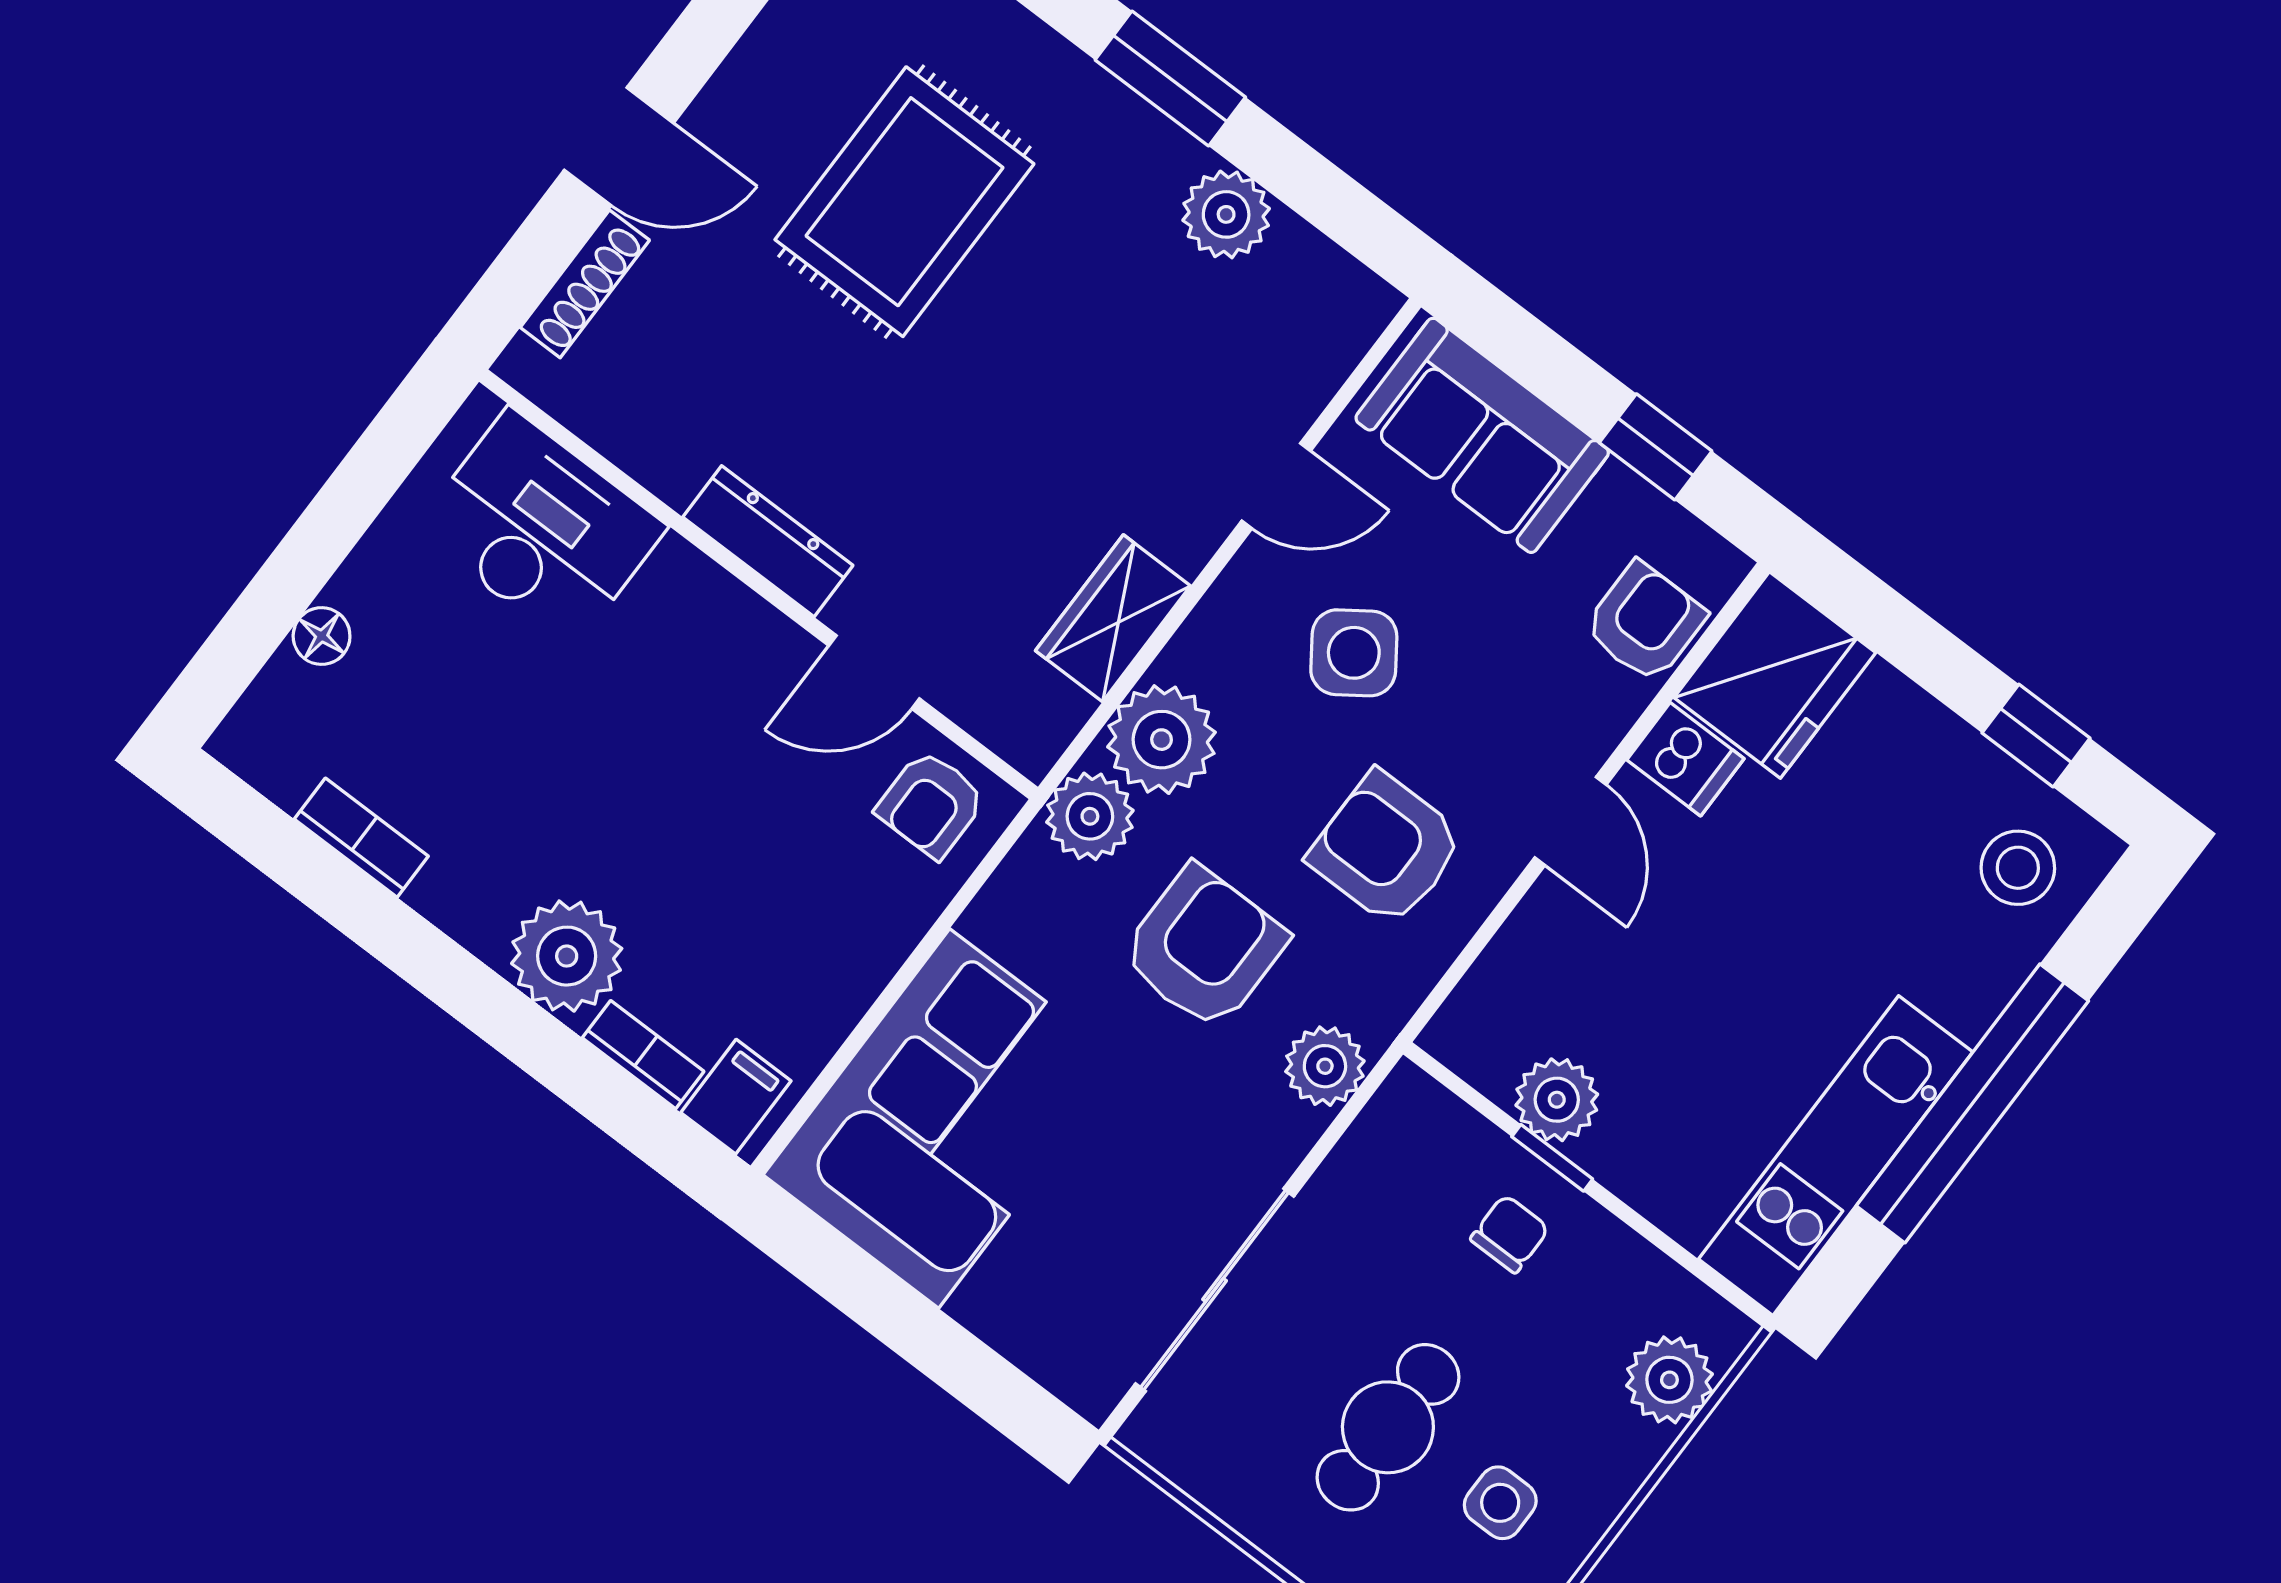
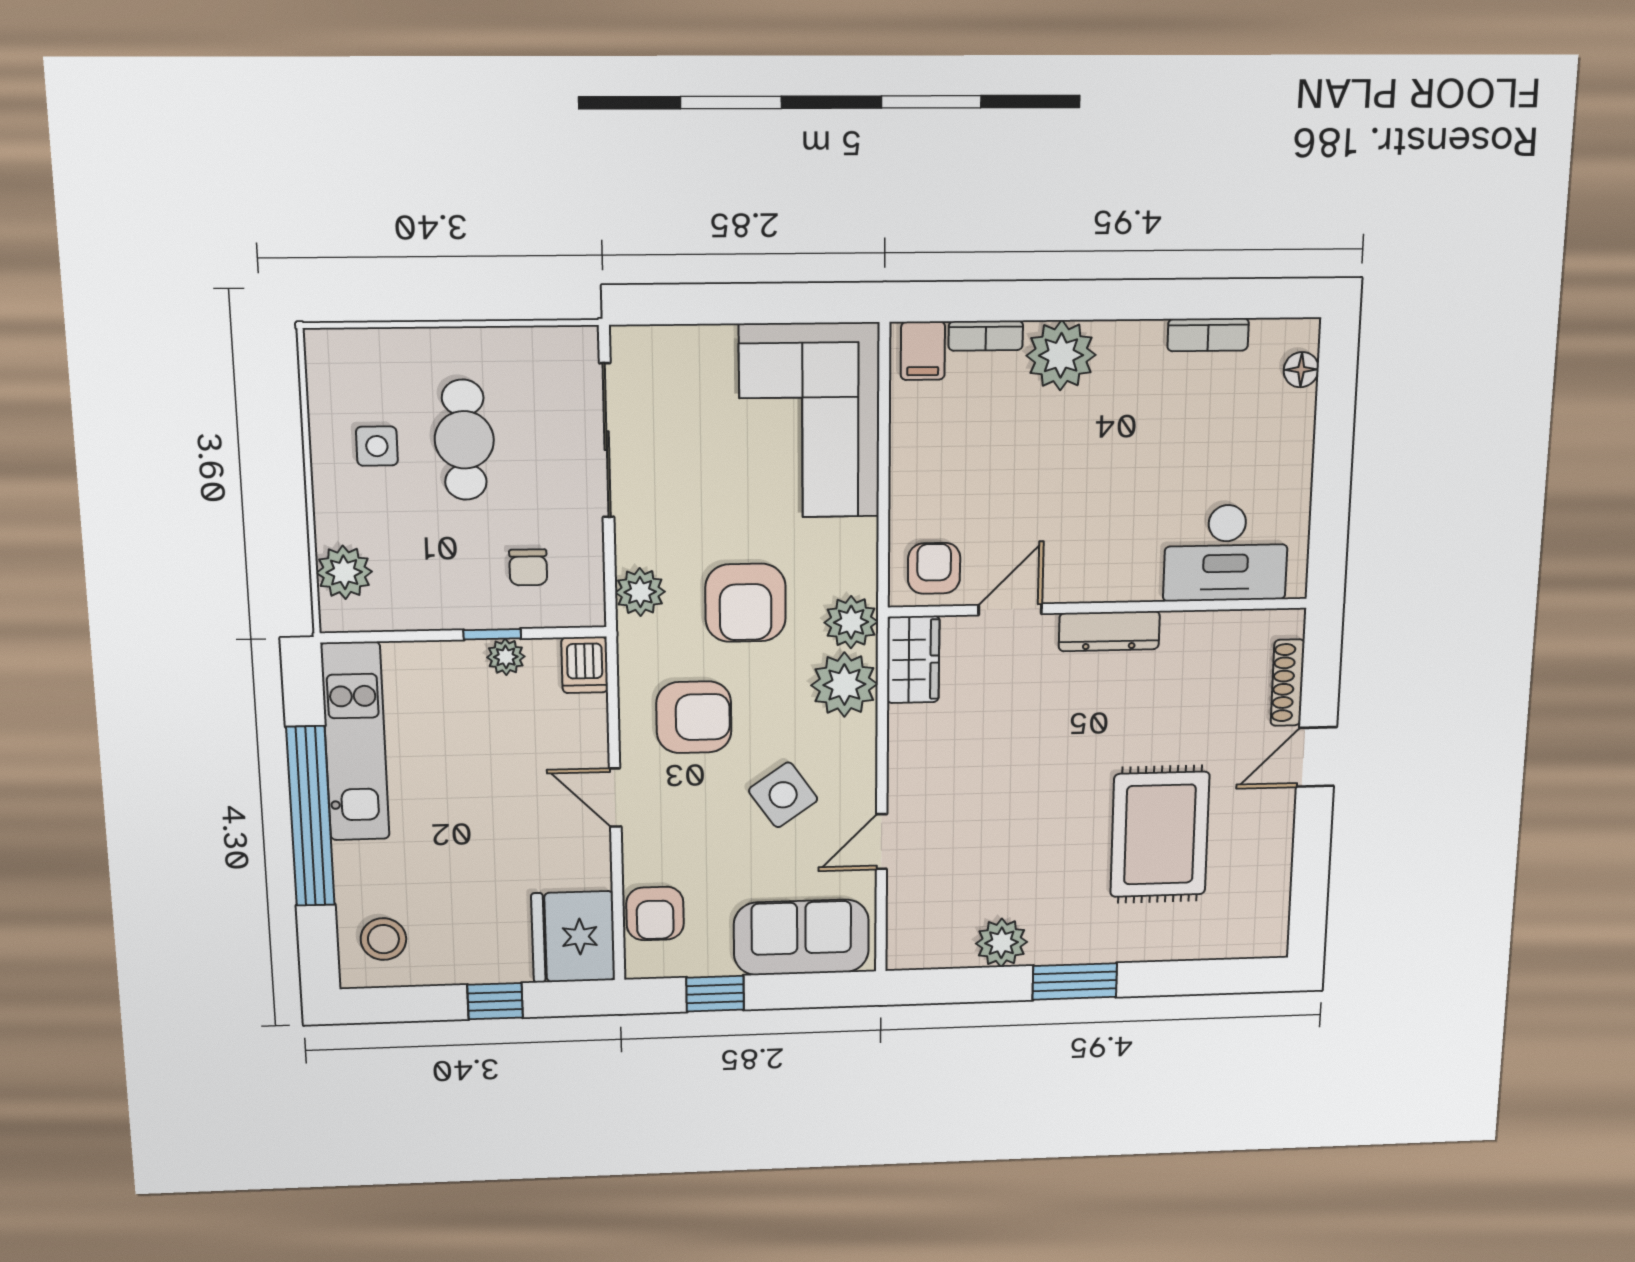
wardrobe: (1113, 618) -> (913, 660), moved
floor lamp: (322, 636) -> (1301, 370), moved
window: (2036, 736) -> (495, 1001), moved
dishwasher: (1685, 759) -> (585, 665), moved, turned -90
plant: (1557, 1100) -> (506, 657), width x0.73, depth x0.73
chair: (1510, 1234) -> (528, 567), moved

